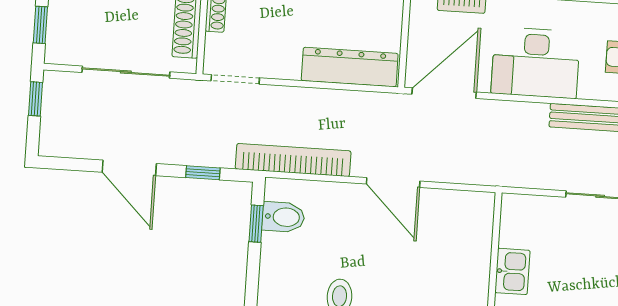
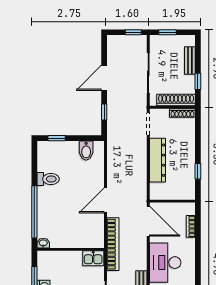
dresser: (350, 67) -> (158, 160), moved
bookcase: (293, 160) -> (113, 244), moved
window: (256, 224) -> (57, 138), moved
kitchen sink: (512, 271) -> (93, 258), moved

